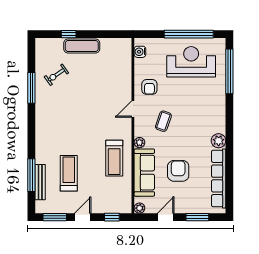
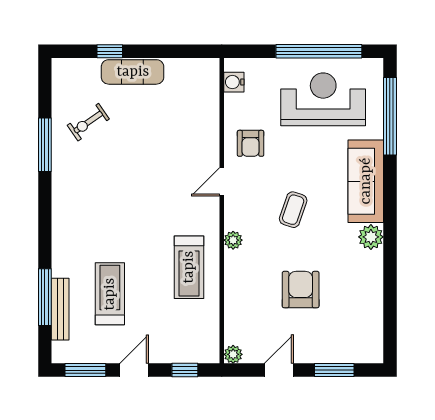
coffee table: (163, 121) -> (293, 210), moved
sofa: (144, 173) -> (366, 181), moved, turned 180
row of seats: (219, 179) -> (371, 303), removed

